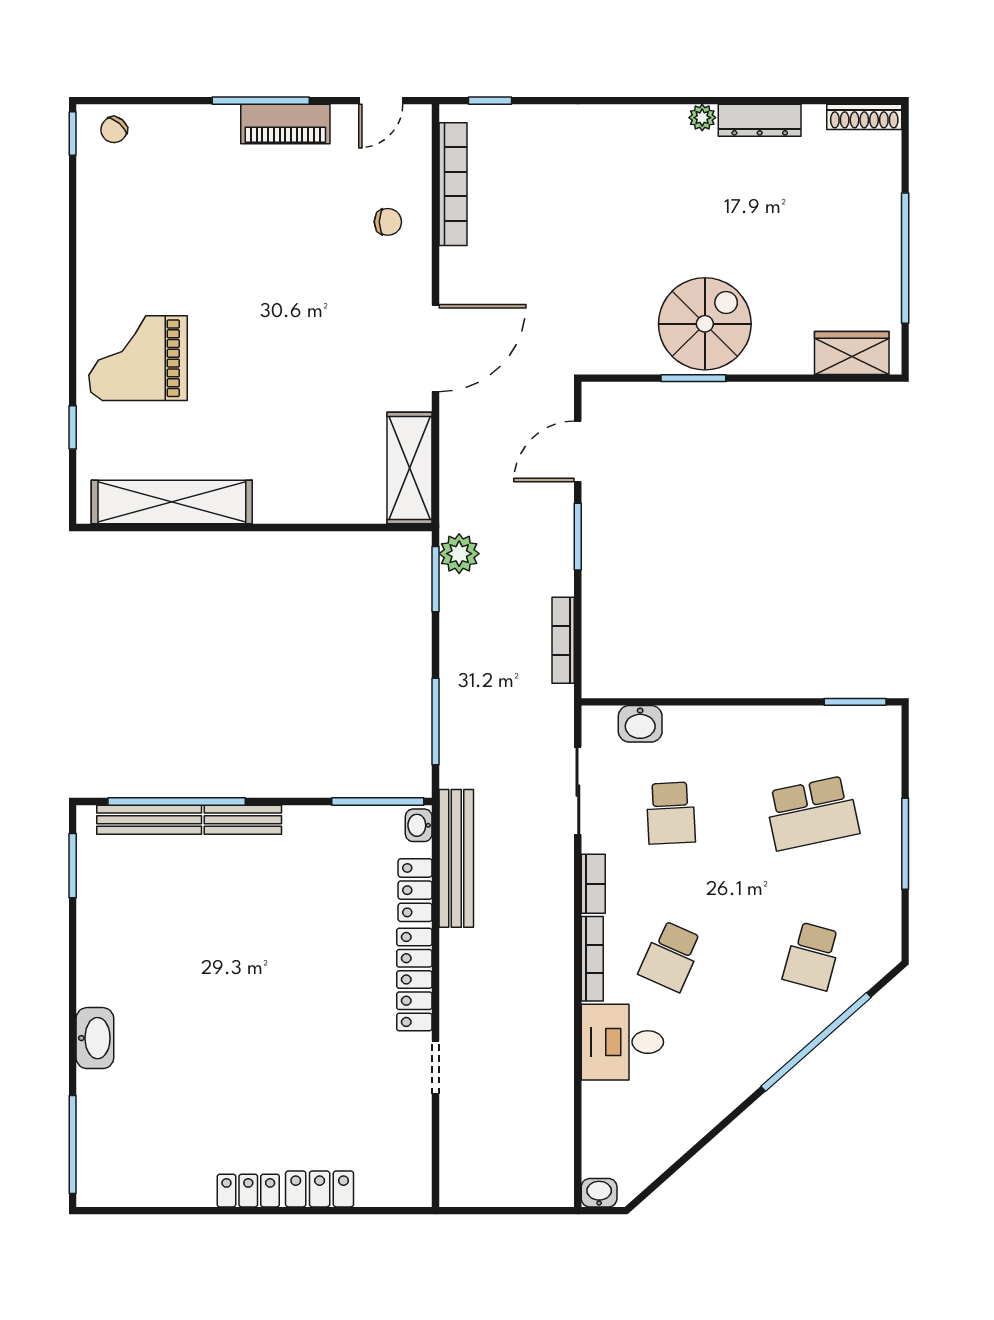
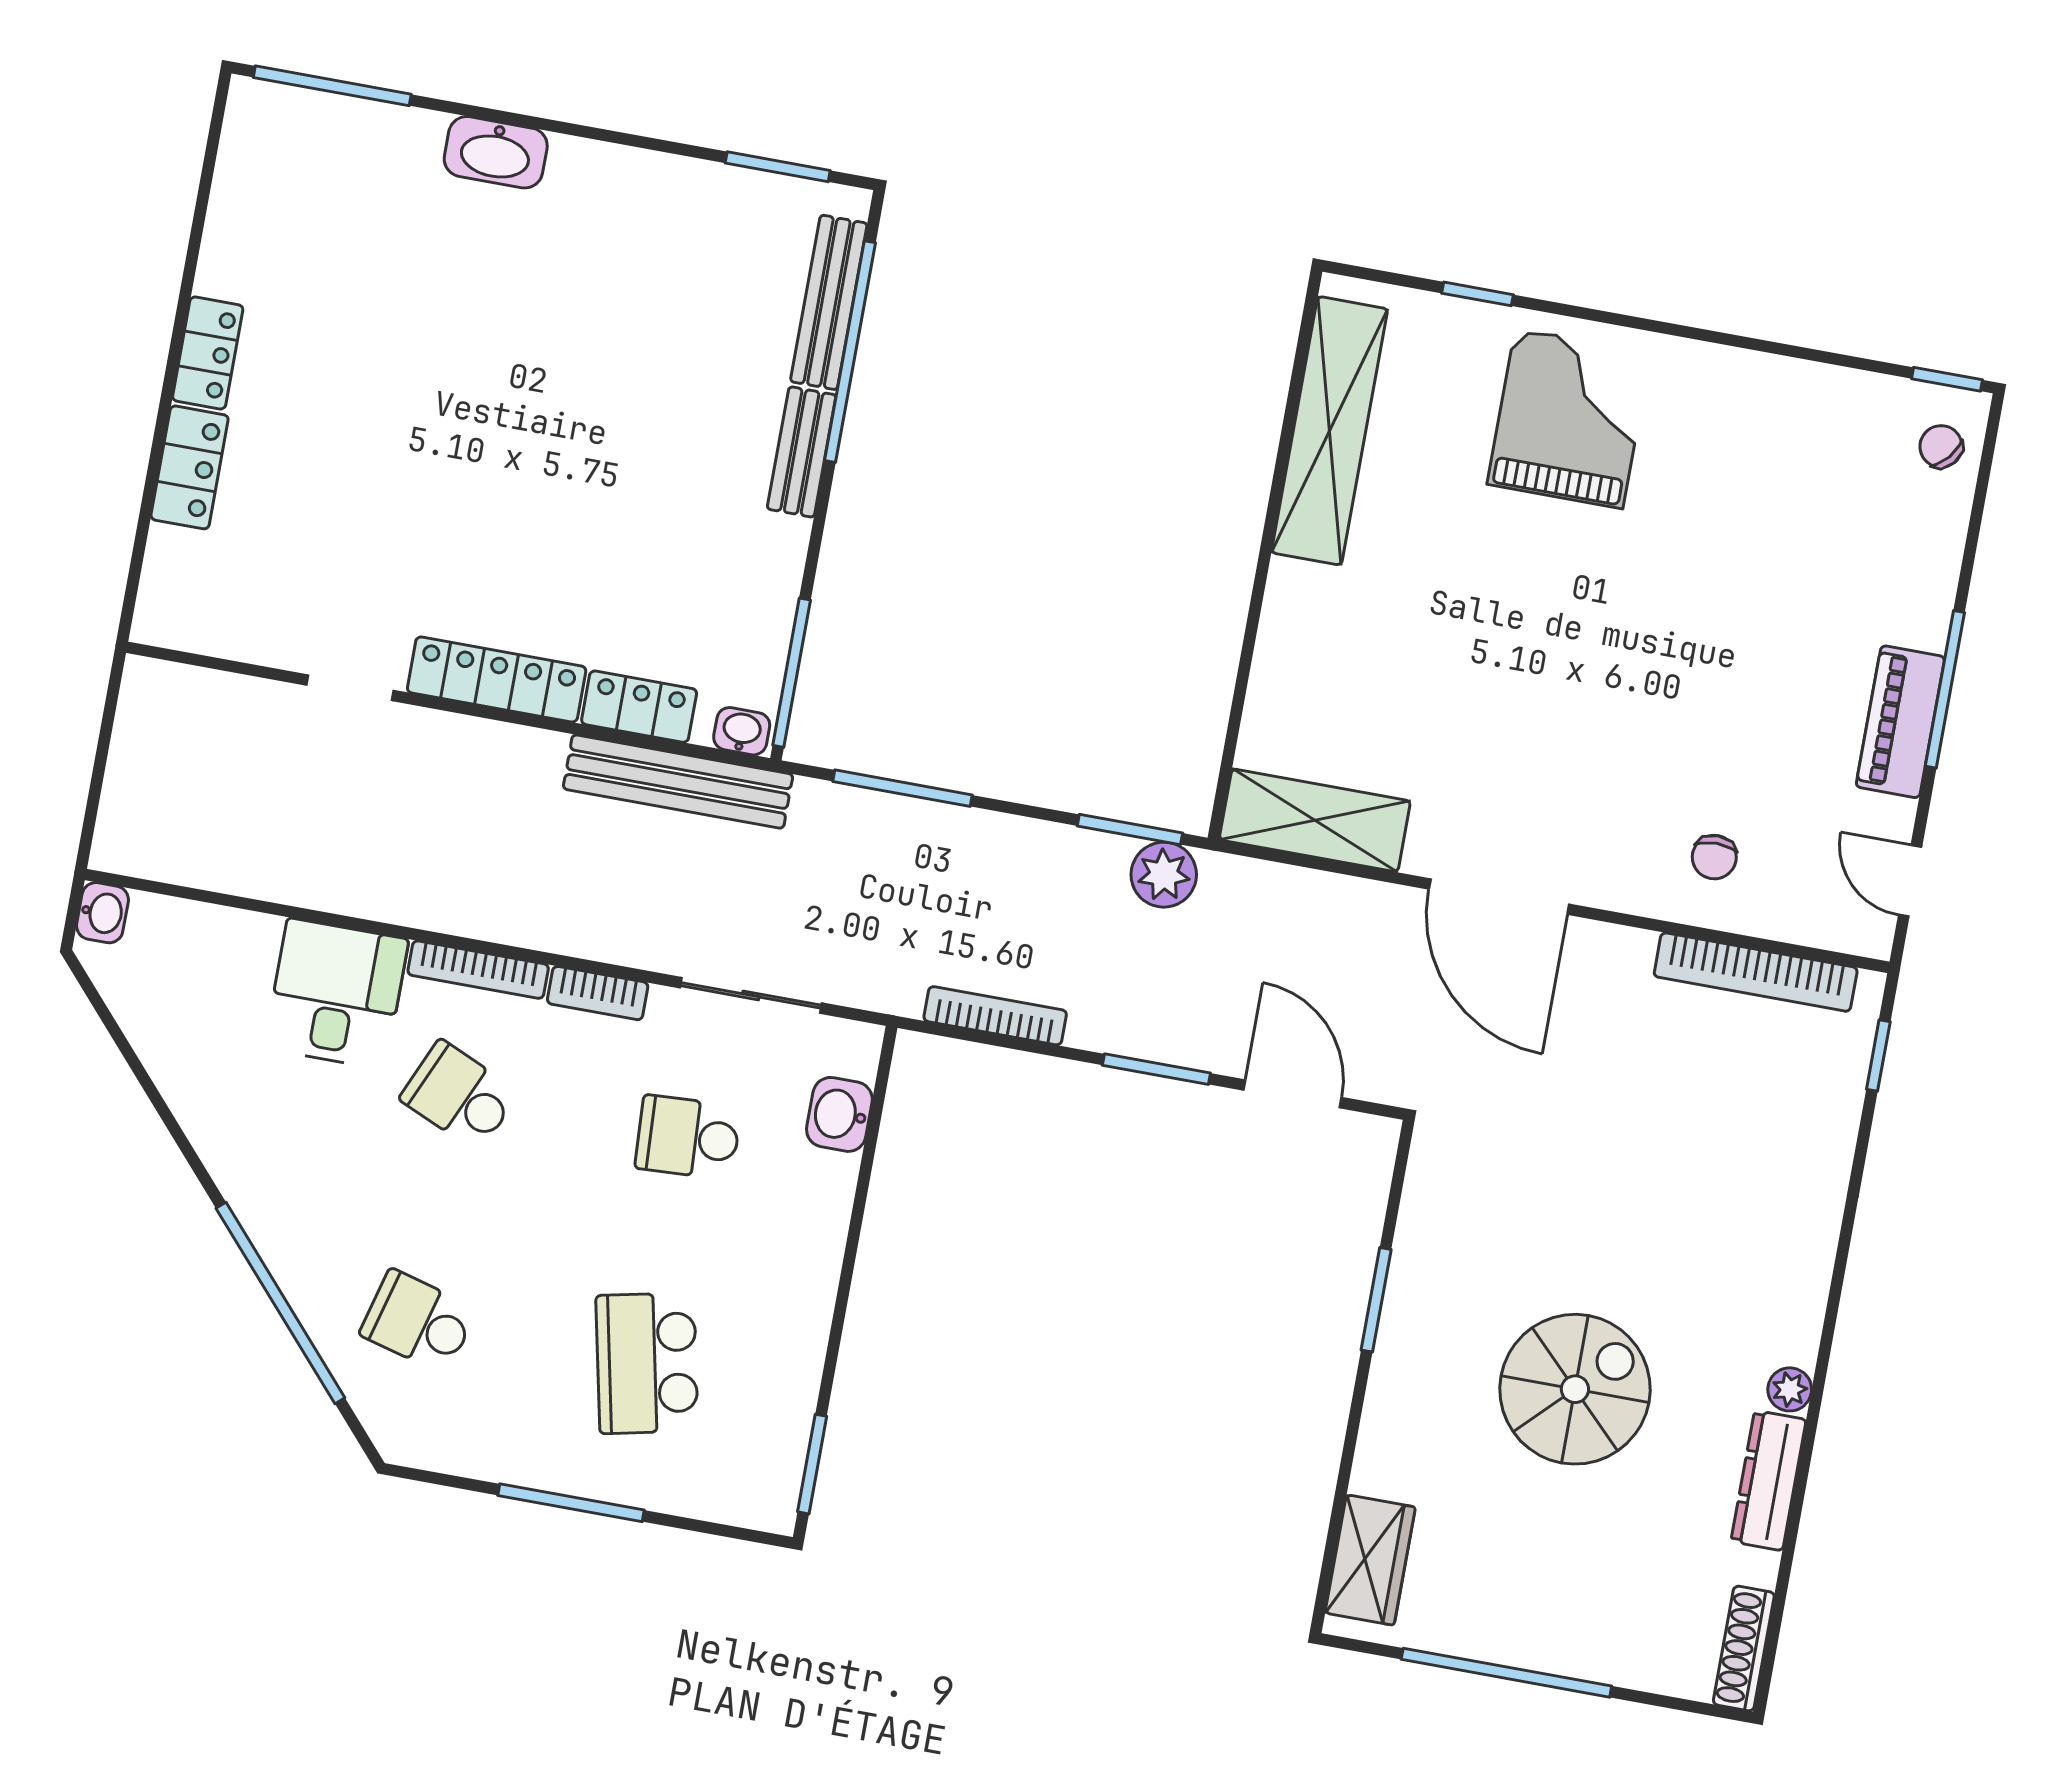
spiral stairs: (705, 324) -> (1575, 1389), moved, turned -90

